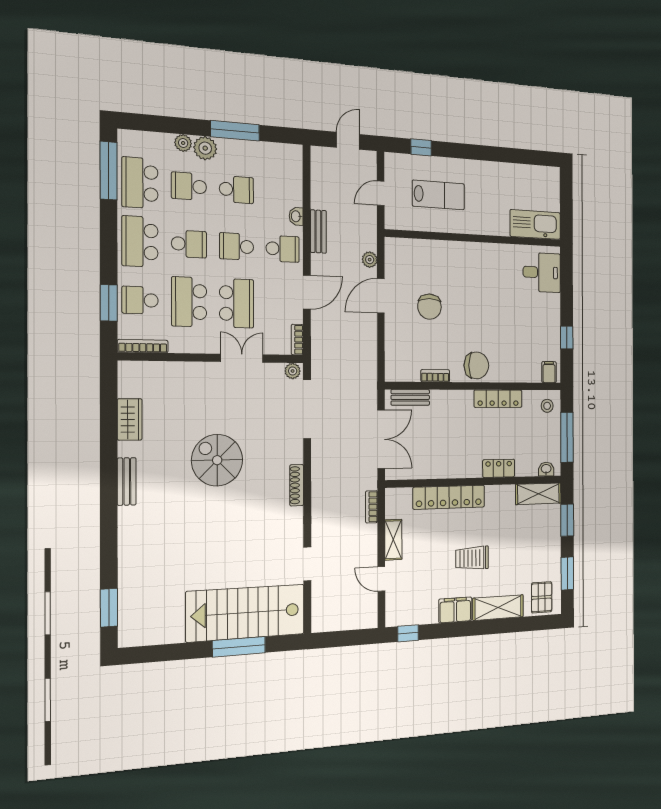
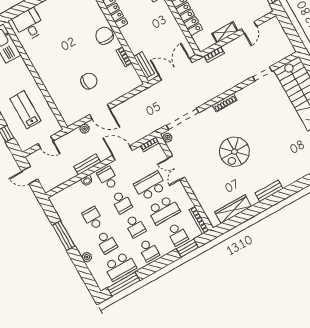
plant: (205, 148) -> (82, 245), removed
school desk: (140, 241) -> (149, 250), width x0.54
school desk: (189, 244) -> (135, 226), turned 180
wardrobe: (130, 419) -> (233, 209), width x1.50

